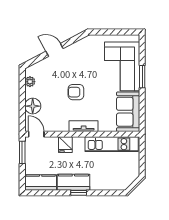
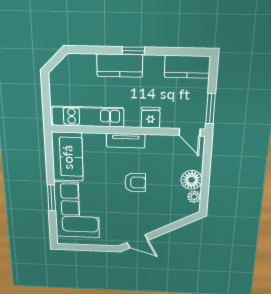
door: (55, 50) -> (137, 241), moved
floor lamp: (33, 106) -> (192, 180), moved
kitchen counter: (73, 182) -> (120, 66), moved

